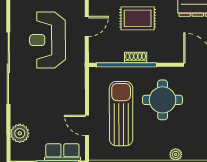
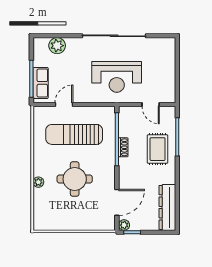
reception desk: (47, 40) -> (117, 77), moved, turned 180
round table: (163, 100) -> (75, 179), moved
sun lounger: (121, 114) -> (74, 134), turned 180

